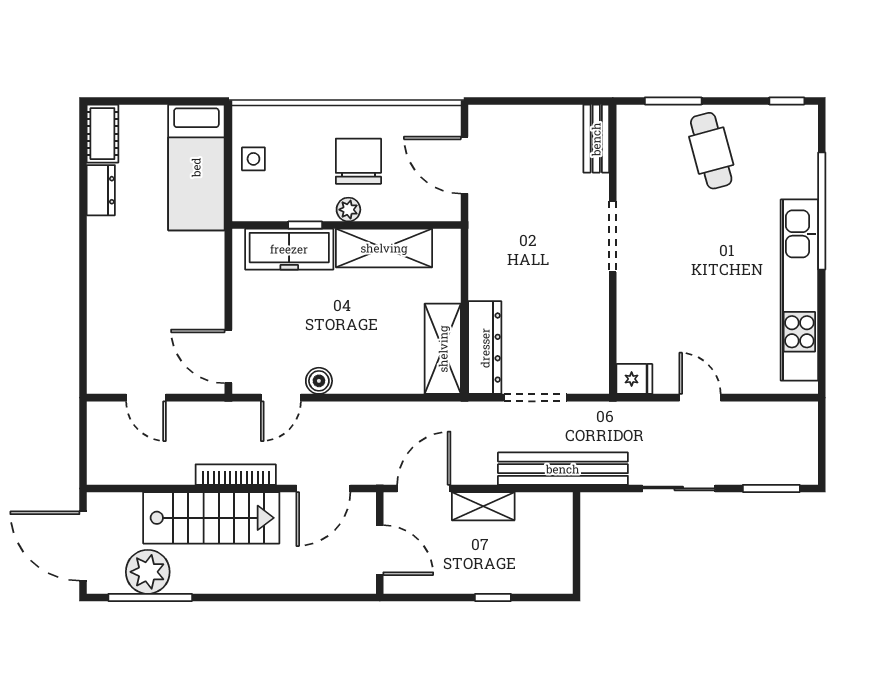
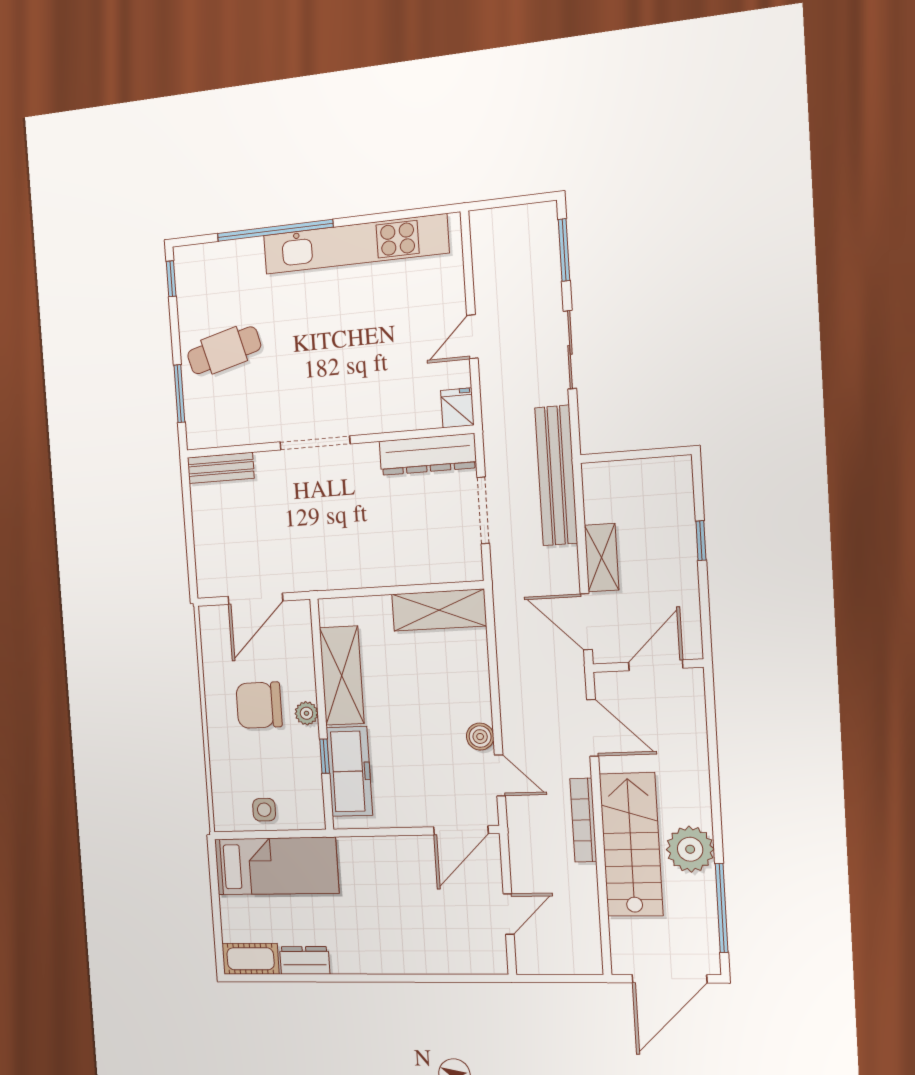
dresser: (485, 348) -> (428, 454), moved, turned 180
plant: (148, 572) -> (690, 849), moved

